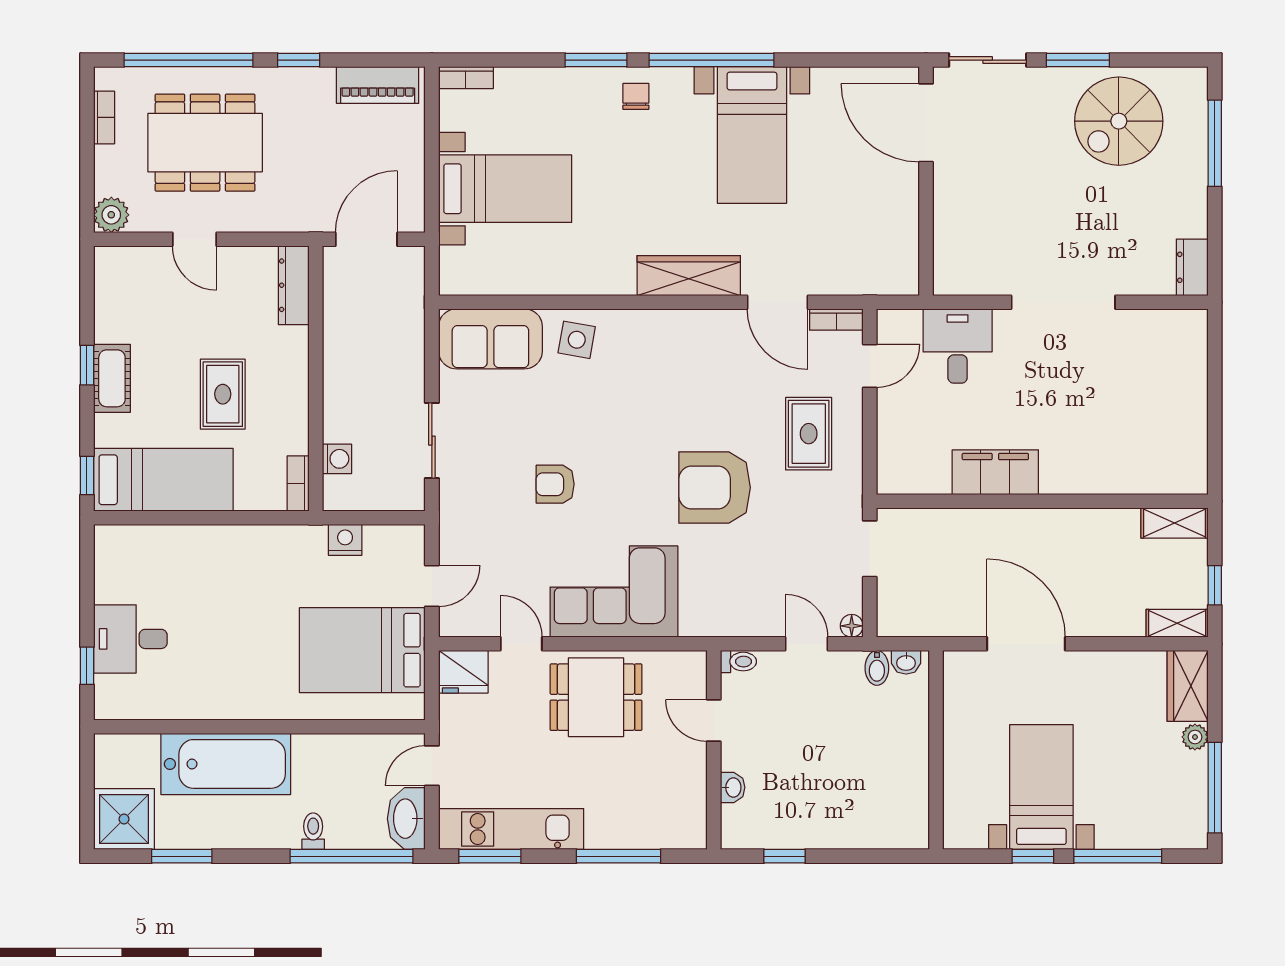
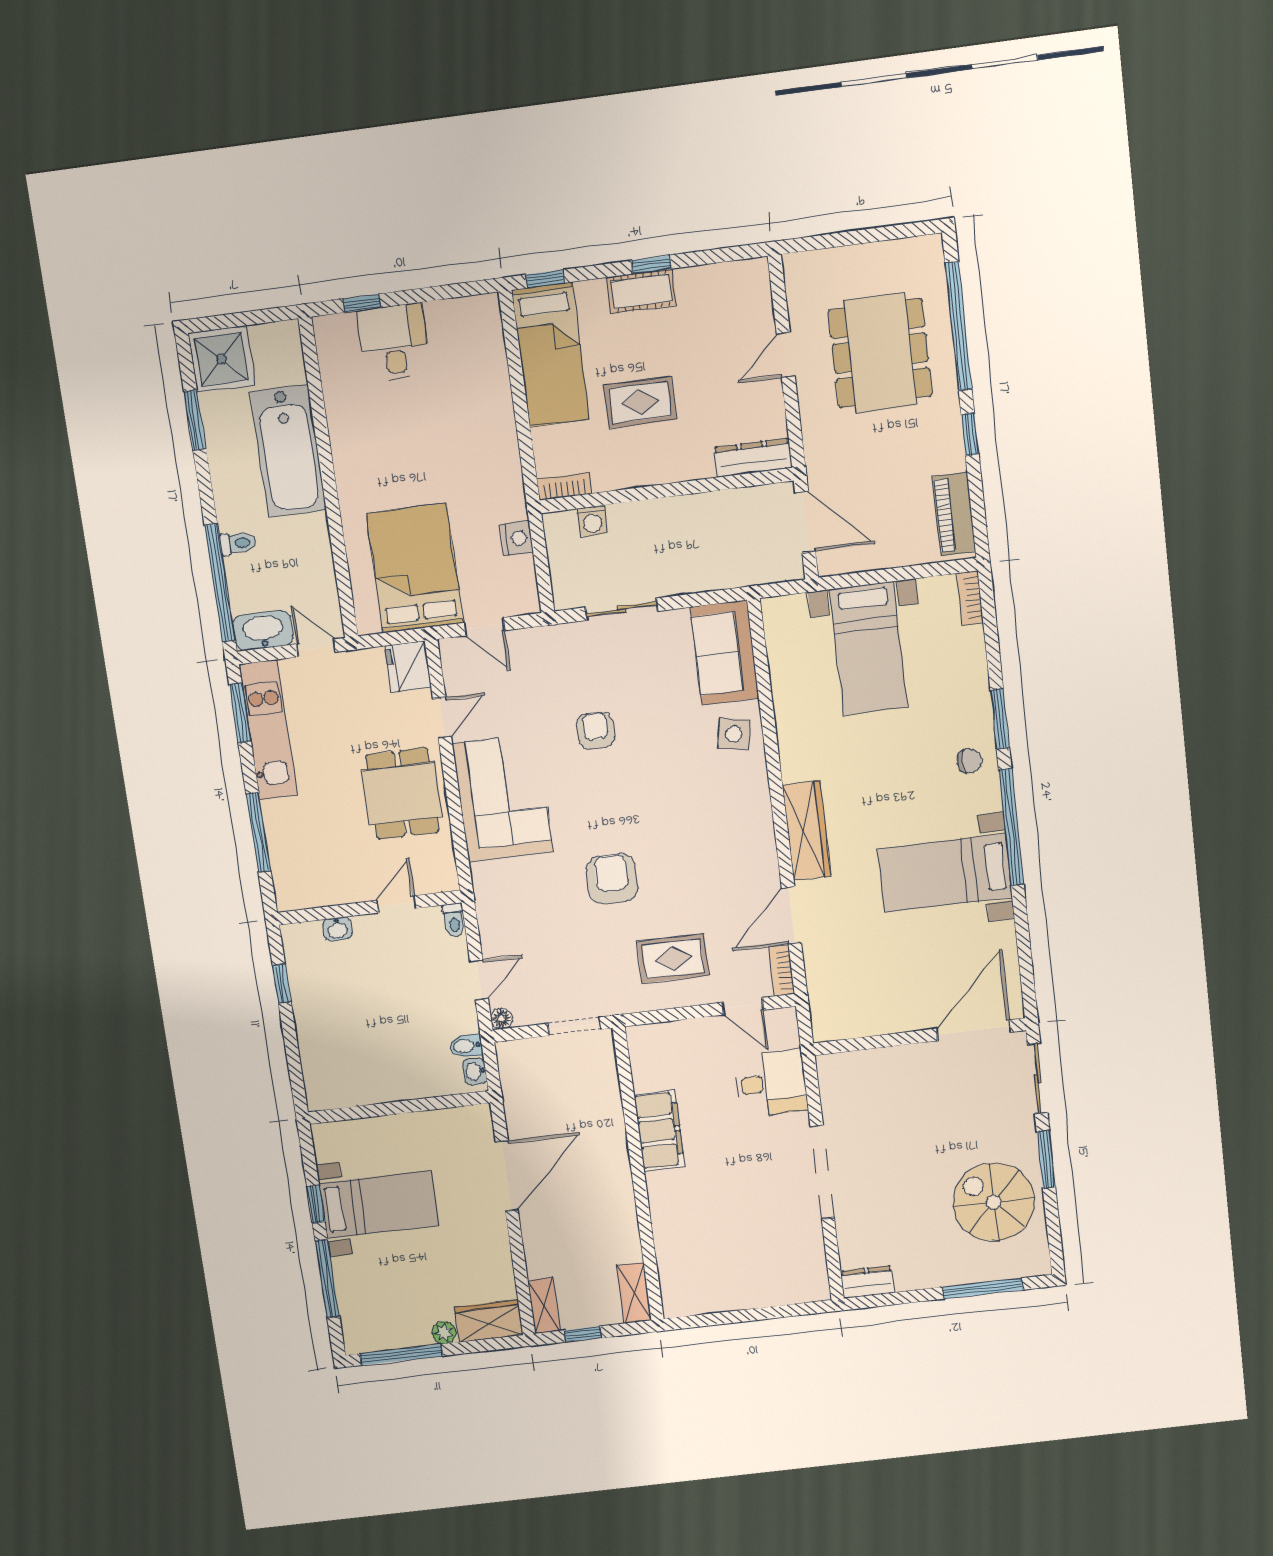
bookcase: (104, 117) -> (894, 250), removed
plant: (111, 215) -> (800, 269), removed
armchair: (715, 488) -> (612, 879), width x0.73, depth x0.73

